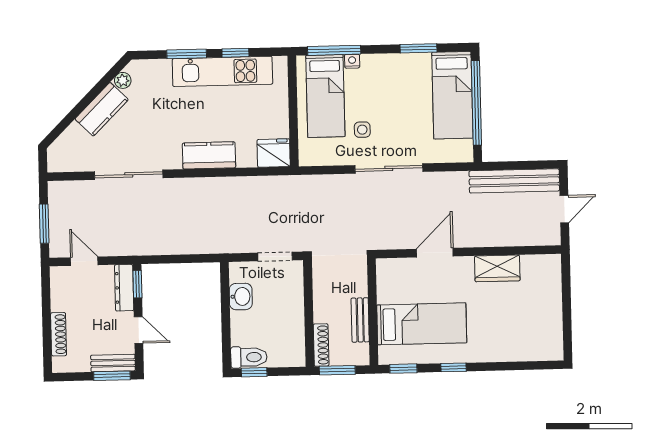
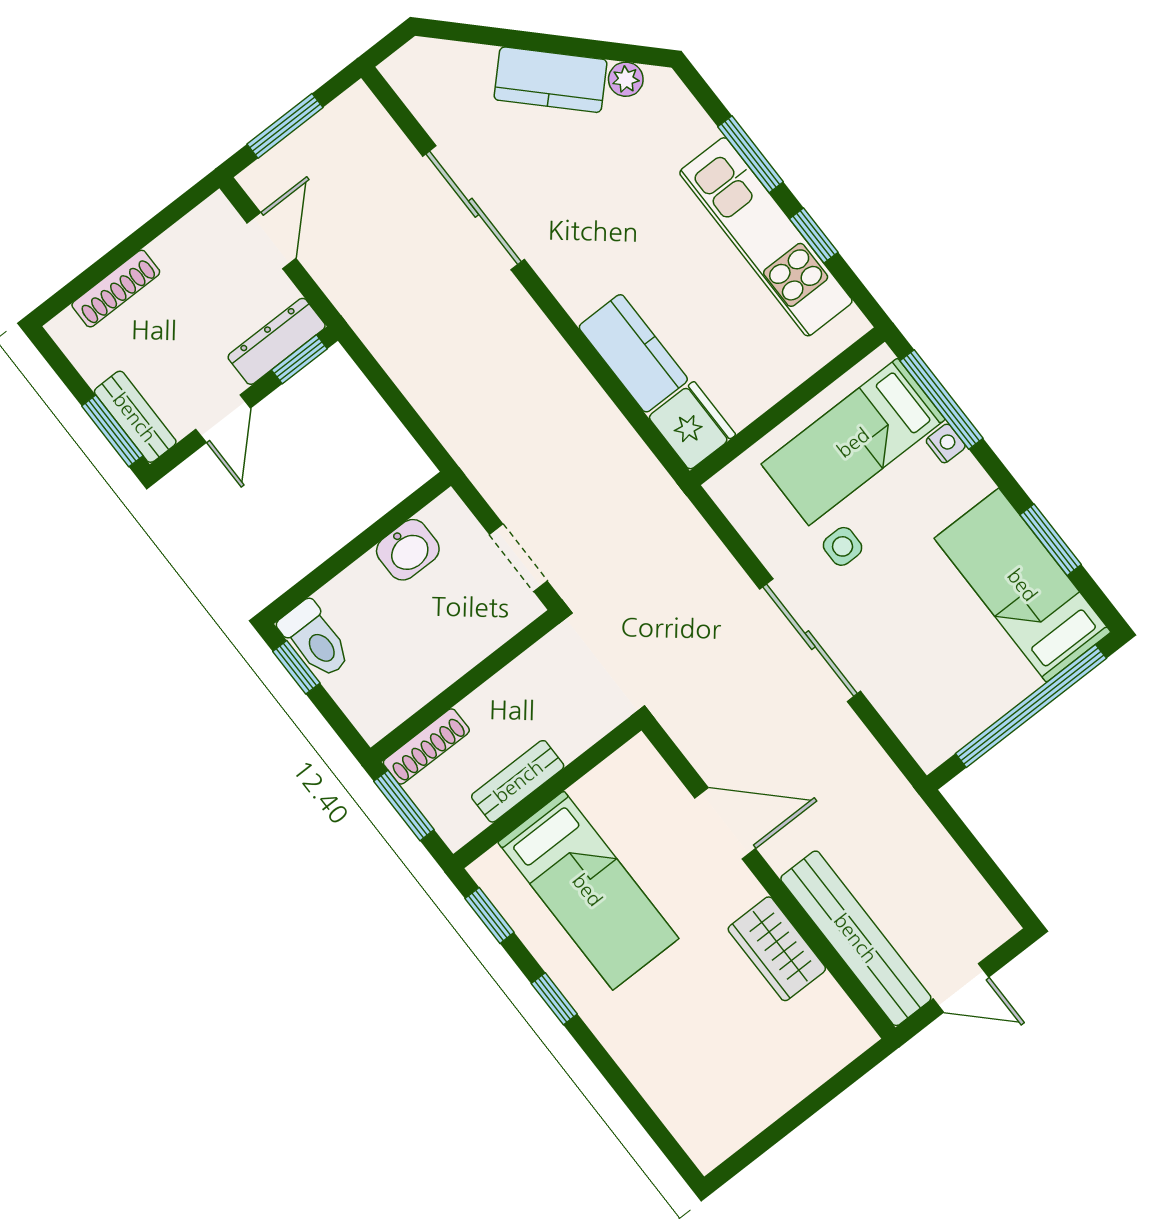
bed: (452, 95) -> (1023, 585), moved, turned 90
kitchen counter: (209, 155) -> (633, 353), moved
bench: (514, 181) -> (856, 938), moved

